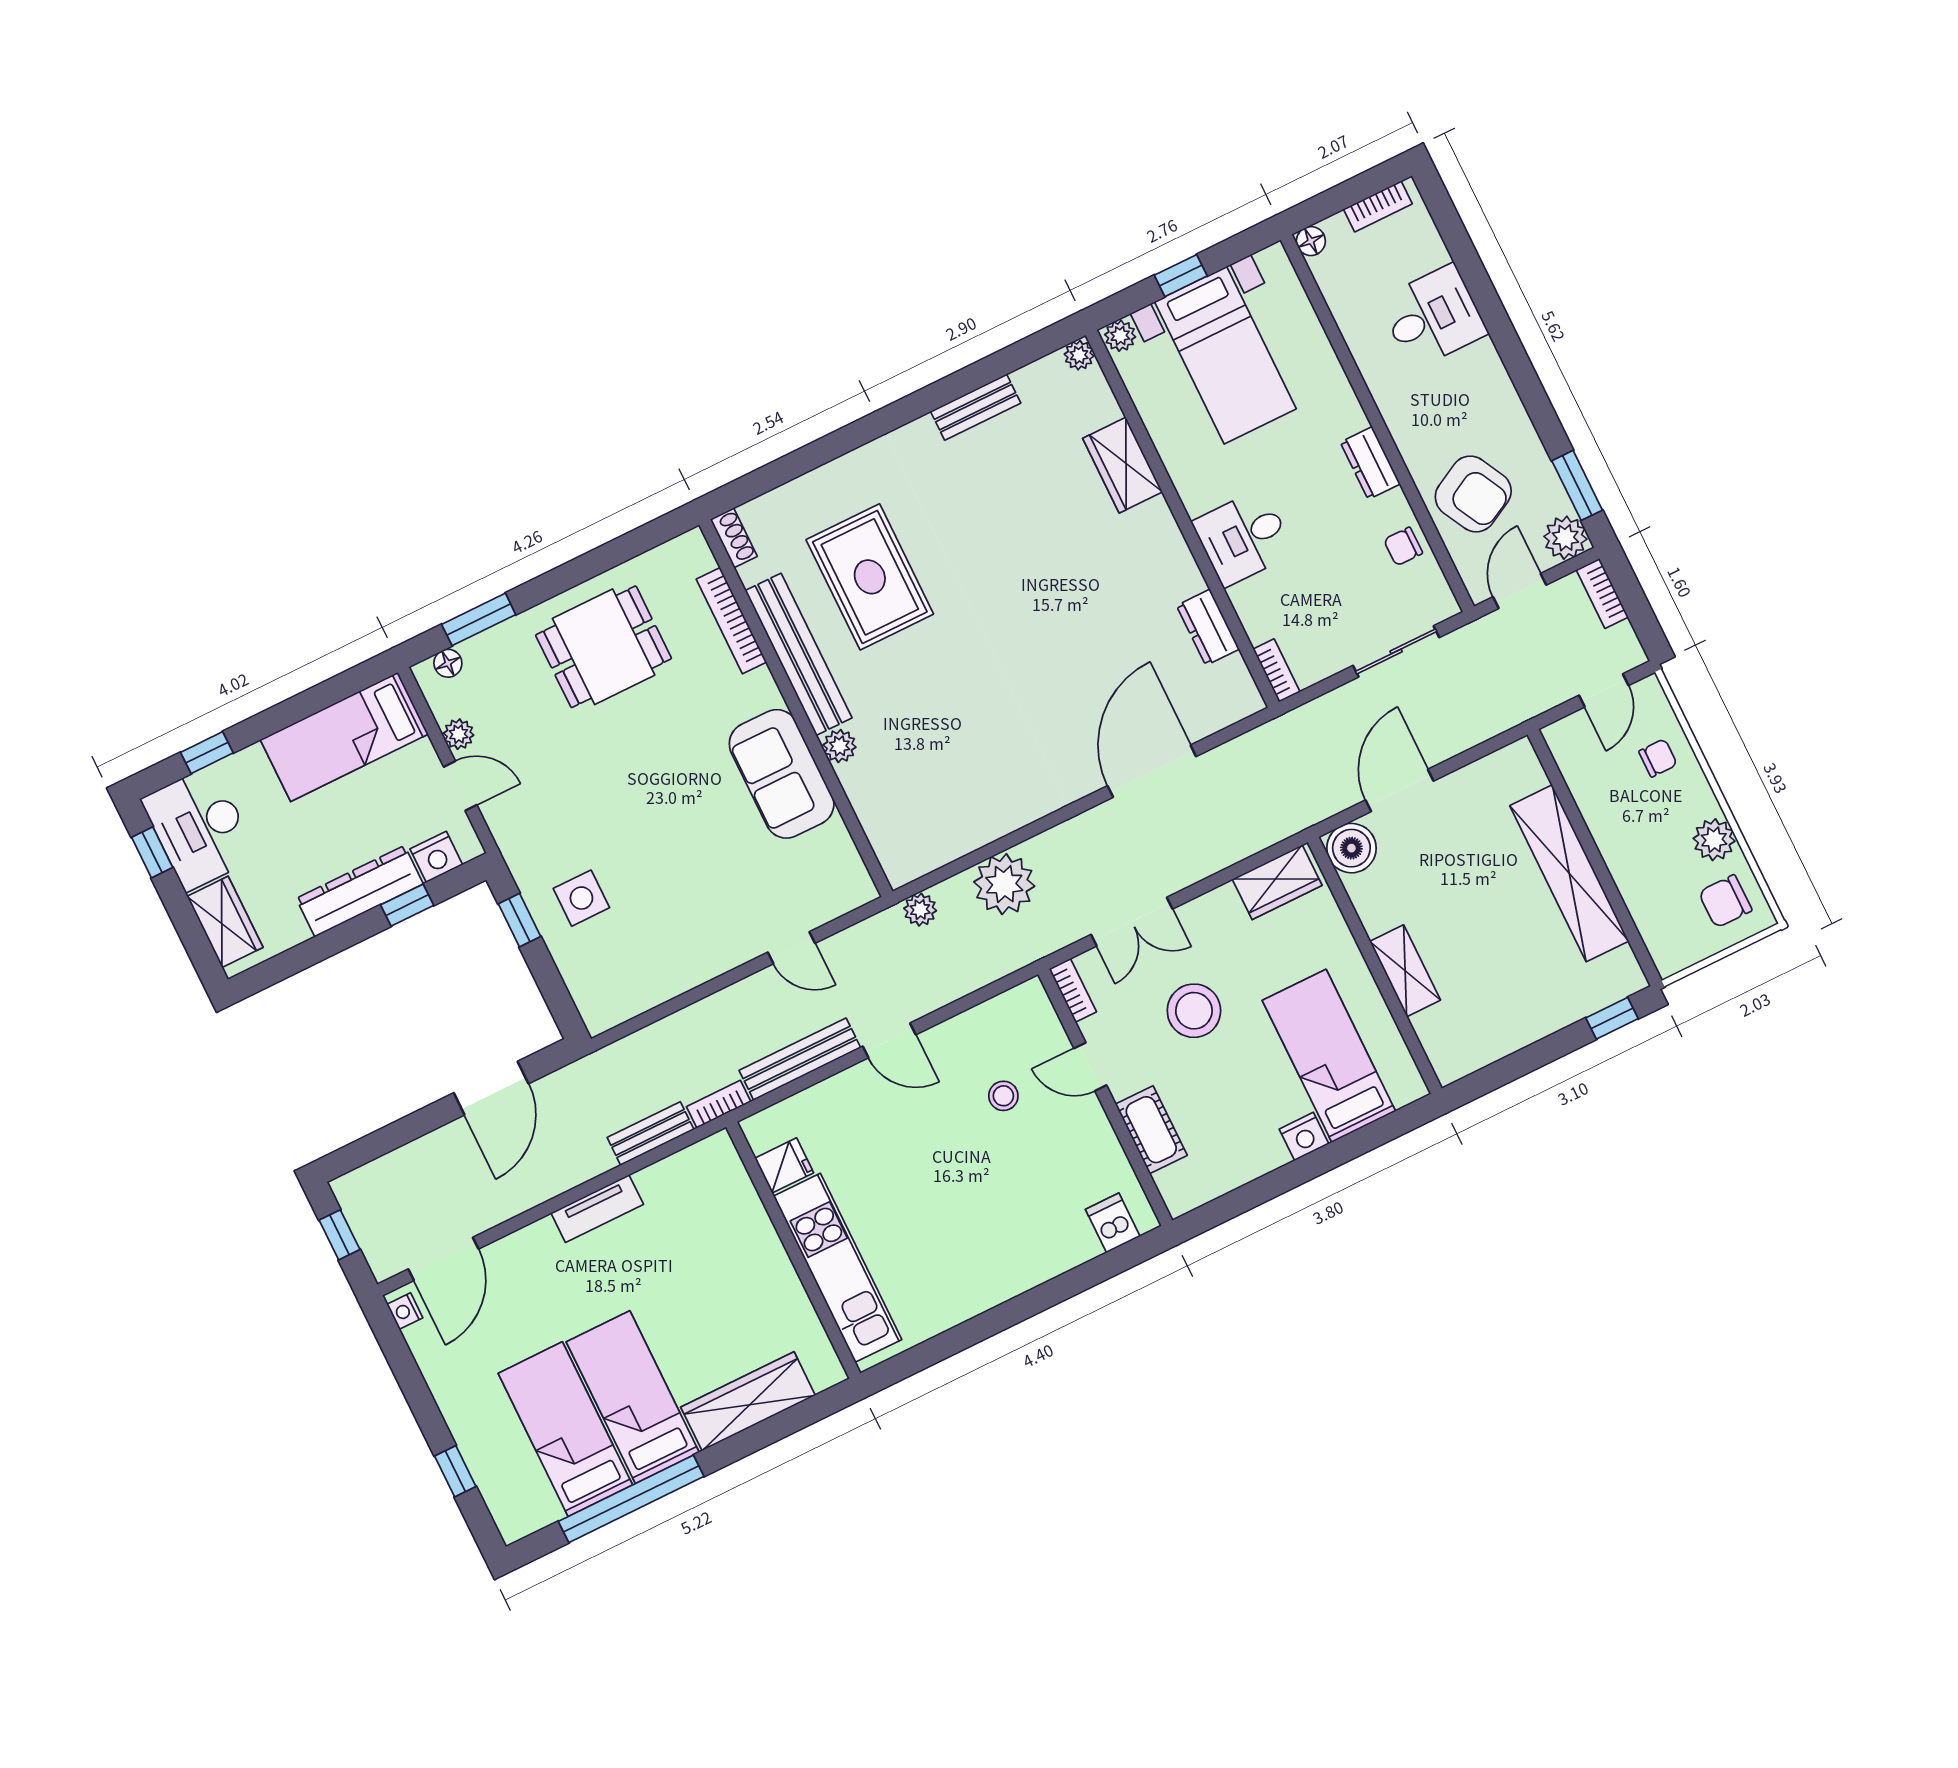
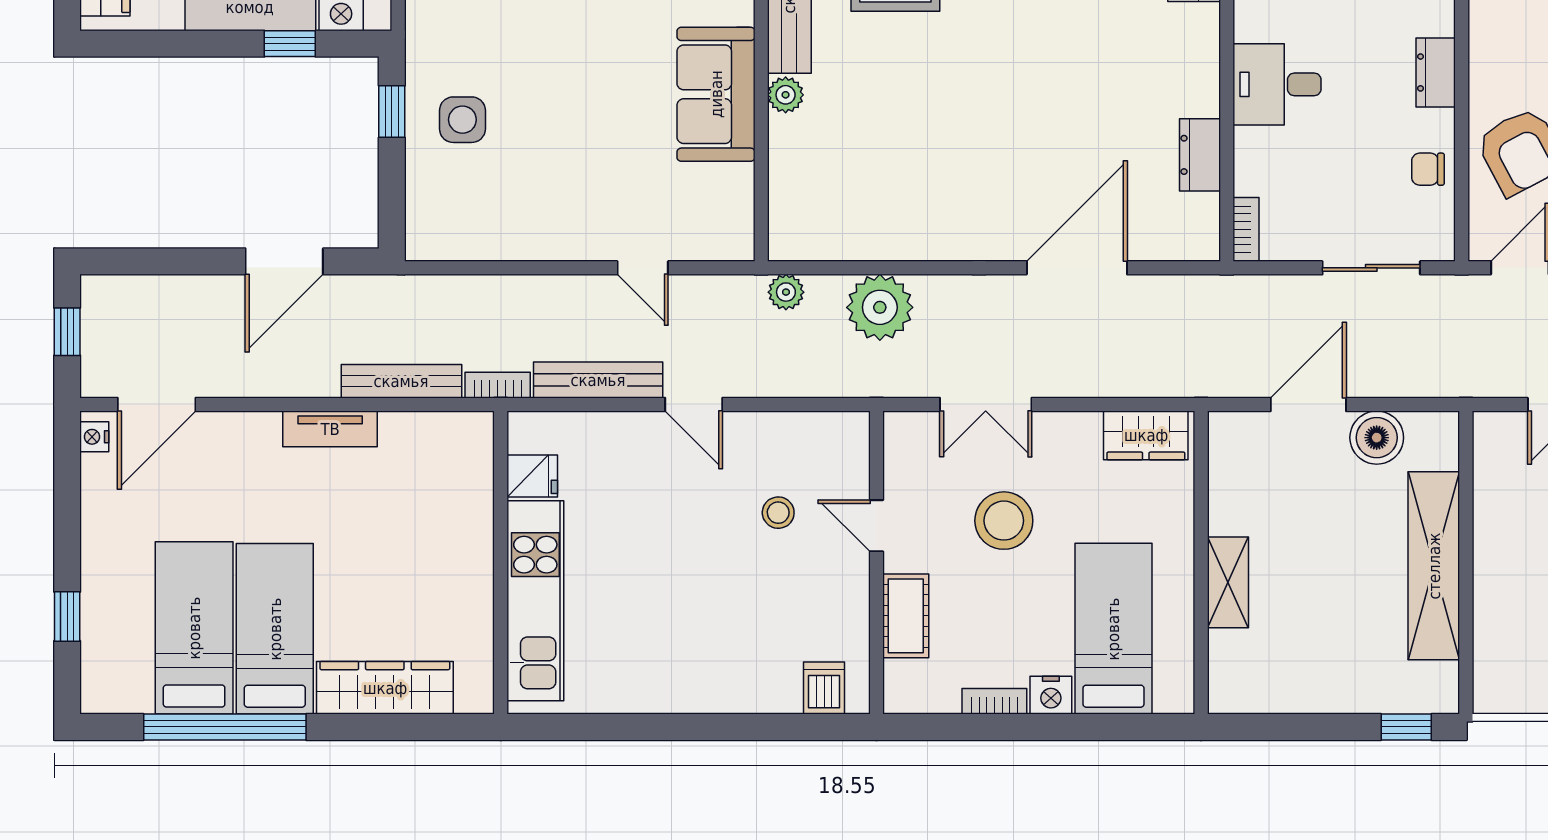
boiler: (1351, 848) -> (1377, 438), moved
bookcase: (1073, 990) -> (994, 701), moved, turned -90
bench: (651, 1133) -> (401, 381), width x1.36

